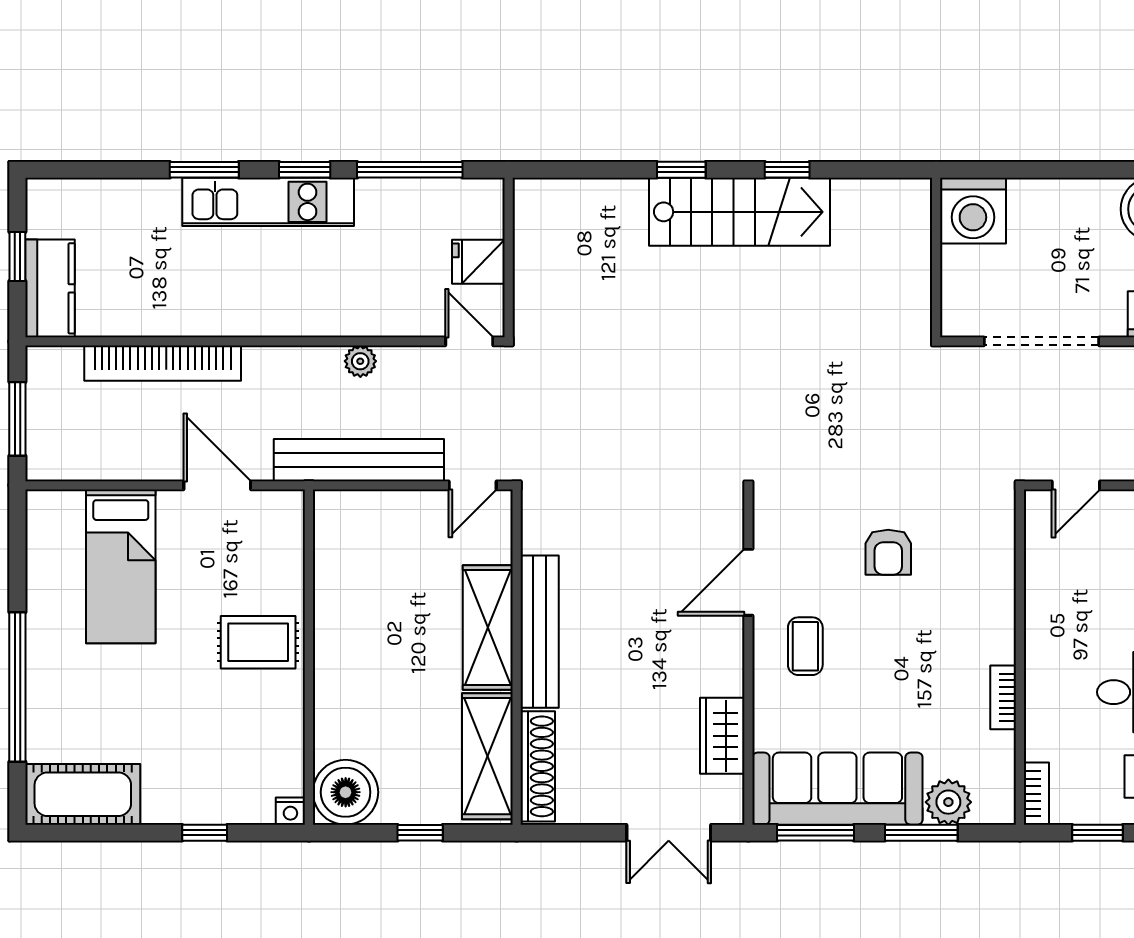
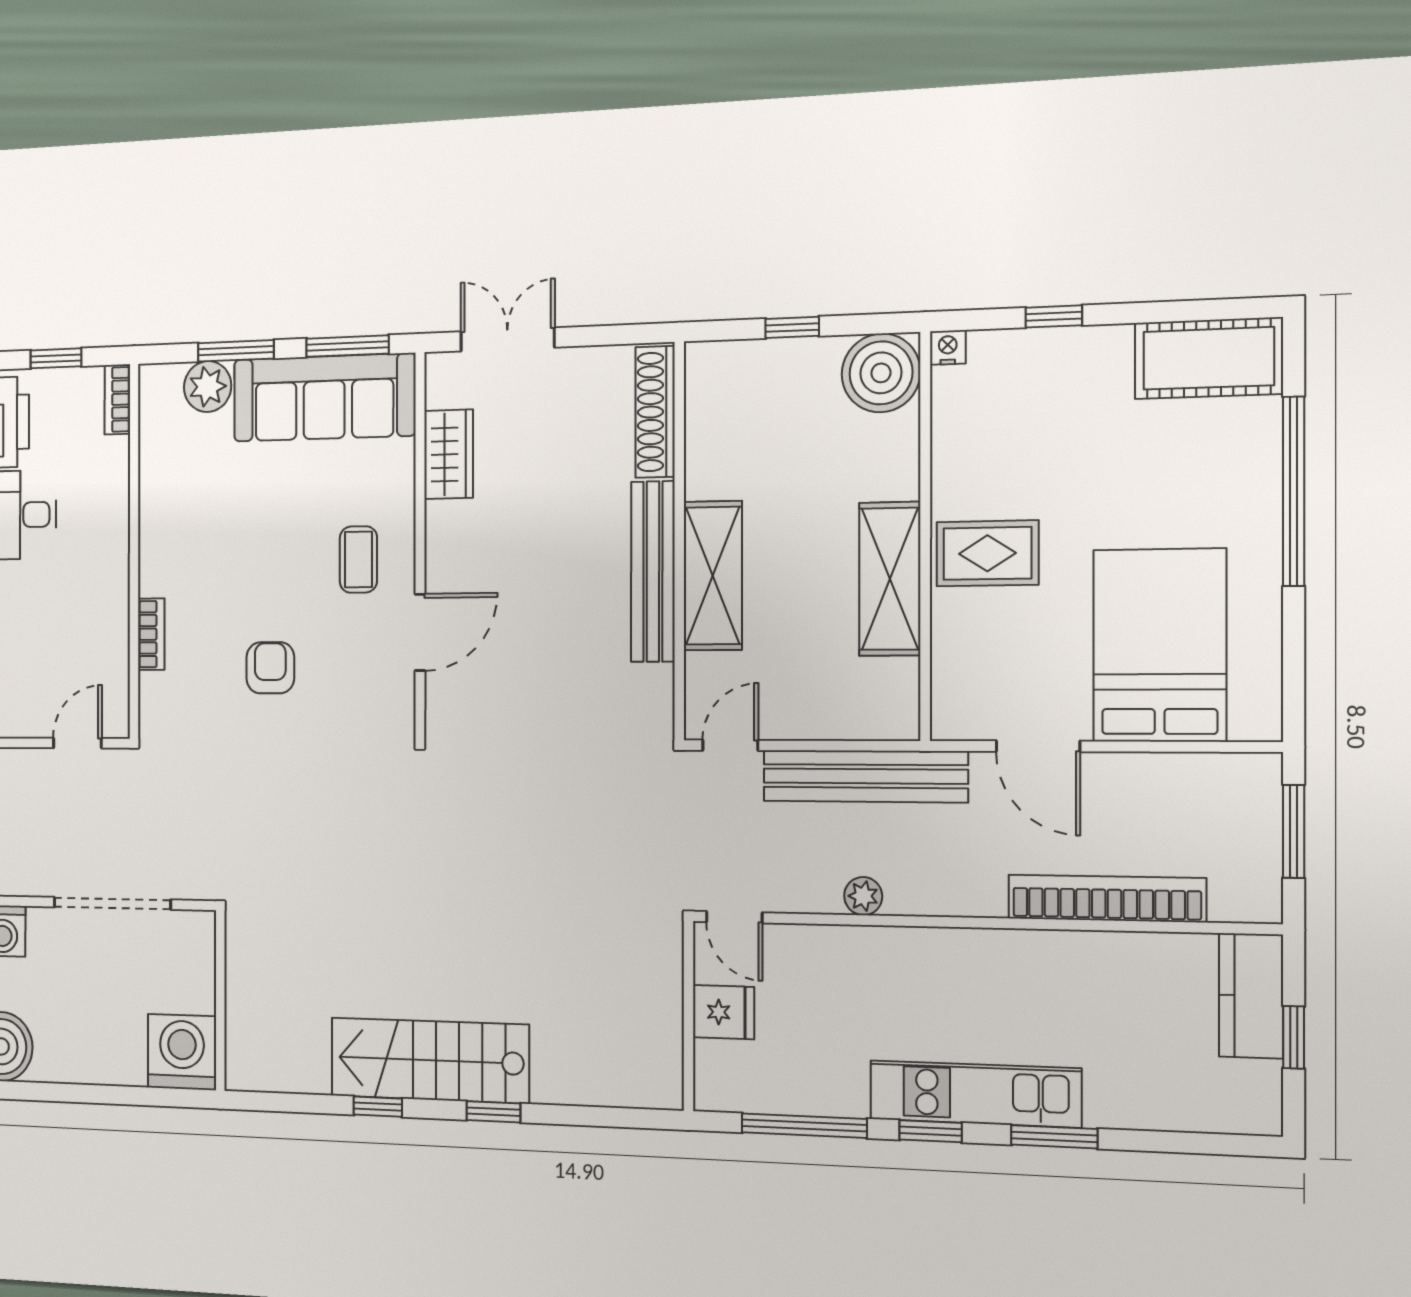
bed: (121, 566) -> (1160, 645), width x1.50
bookcase: (1003, 697) -> (151, 634), moved
shelving: (487, 756) -> (890, 579), moved

